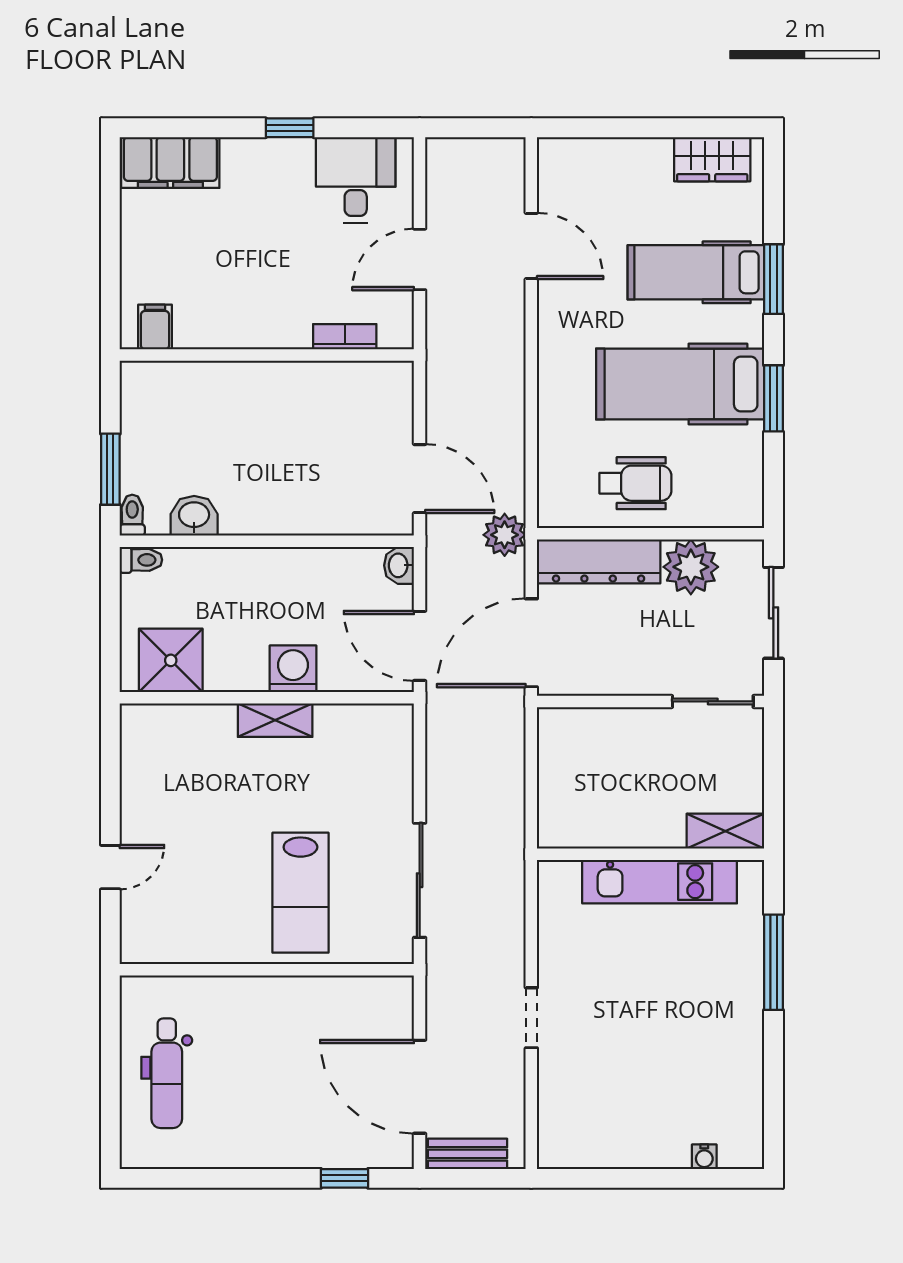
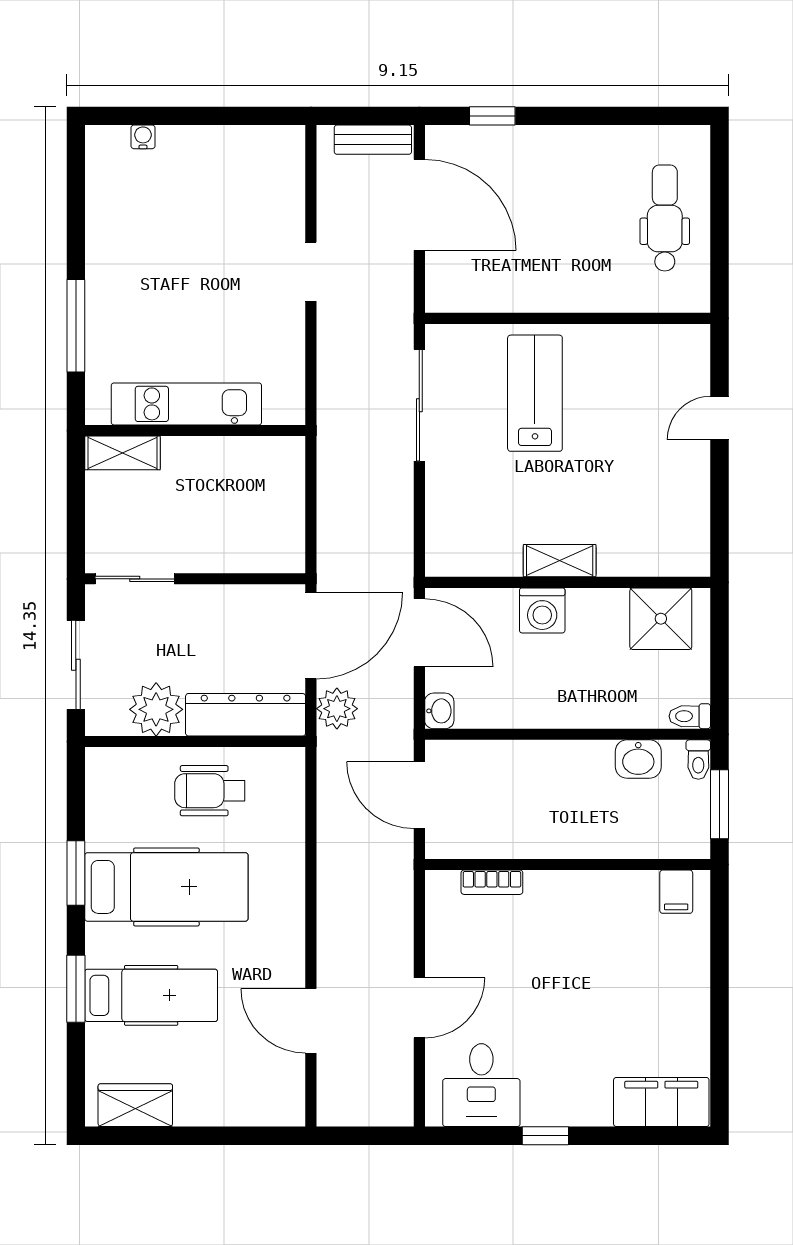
filing cabinet: (155, 327) -> (676, 892), moved
bookcase: (345, 337) -> (492, 882), moved
wall: (267, 355) -> (568, 864), moved
plant: (505, 535) -> (337, 709), moved

